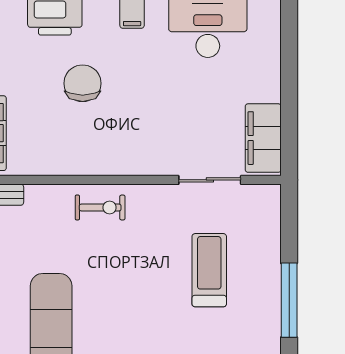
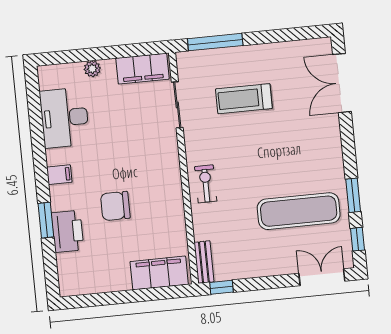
plant: (270, 71) -> (92, 69), added
window: (289, 300) -> (215, 42), moved

